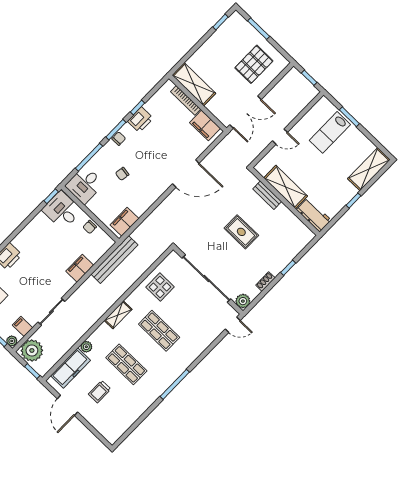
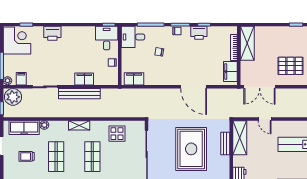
shelving: (286, 187) -> (240, 138), moved
rug: (241, 232) -> (191, 149), width x1.86, depth x2.06
bench: (114, 259) -> (79, 94), moved

